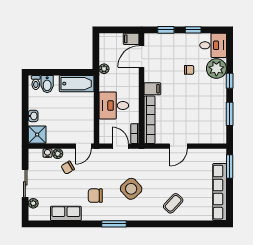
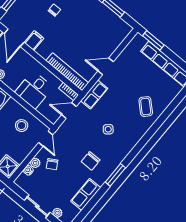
filing cabinet: (152, 89) -> (34, 40), moved
stool: (78, 119) -> (22, 126), added
door: (178, 146) -> (106, 66), swing flipped
row of seats: (149, 155) -> (94, 95), added
side table: (131, 189) -> (108, 129), width x0.54, depth x0.54
window: (114, 224) -> (115, 175), moved

